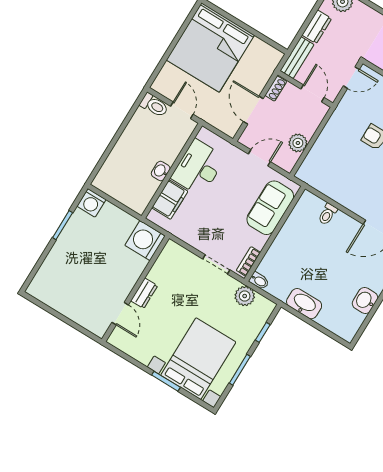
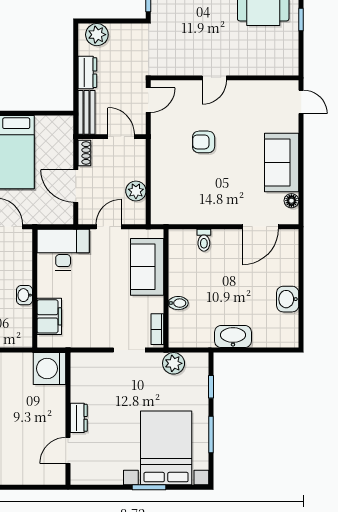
desk: (198, 168) -> (63, 250), moved, turned 90
bidet: (259, 281) -> (178, 303), moved
door: (120, 314) -> (68, 450), swing flipped

